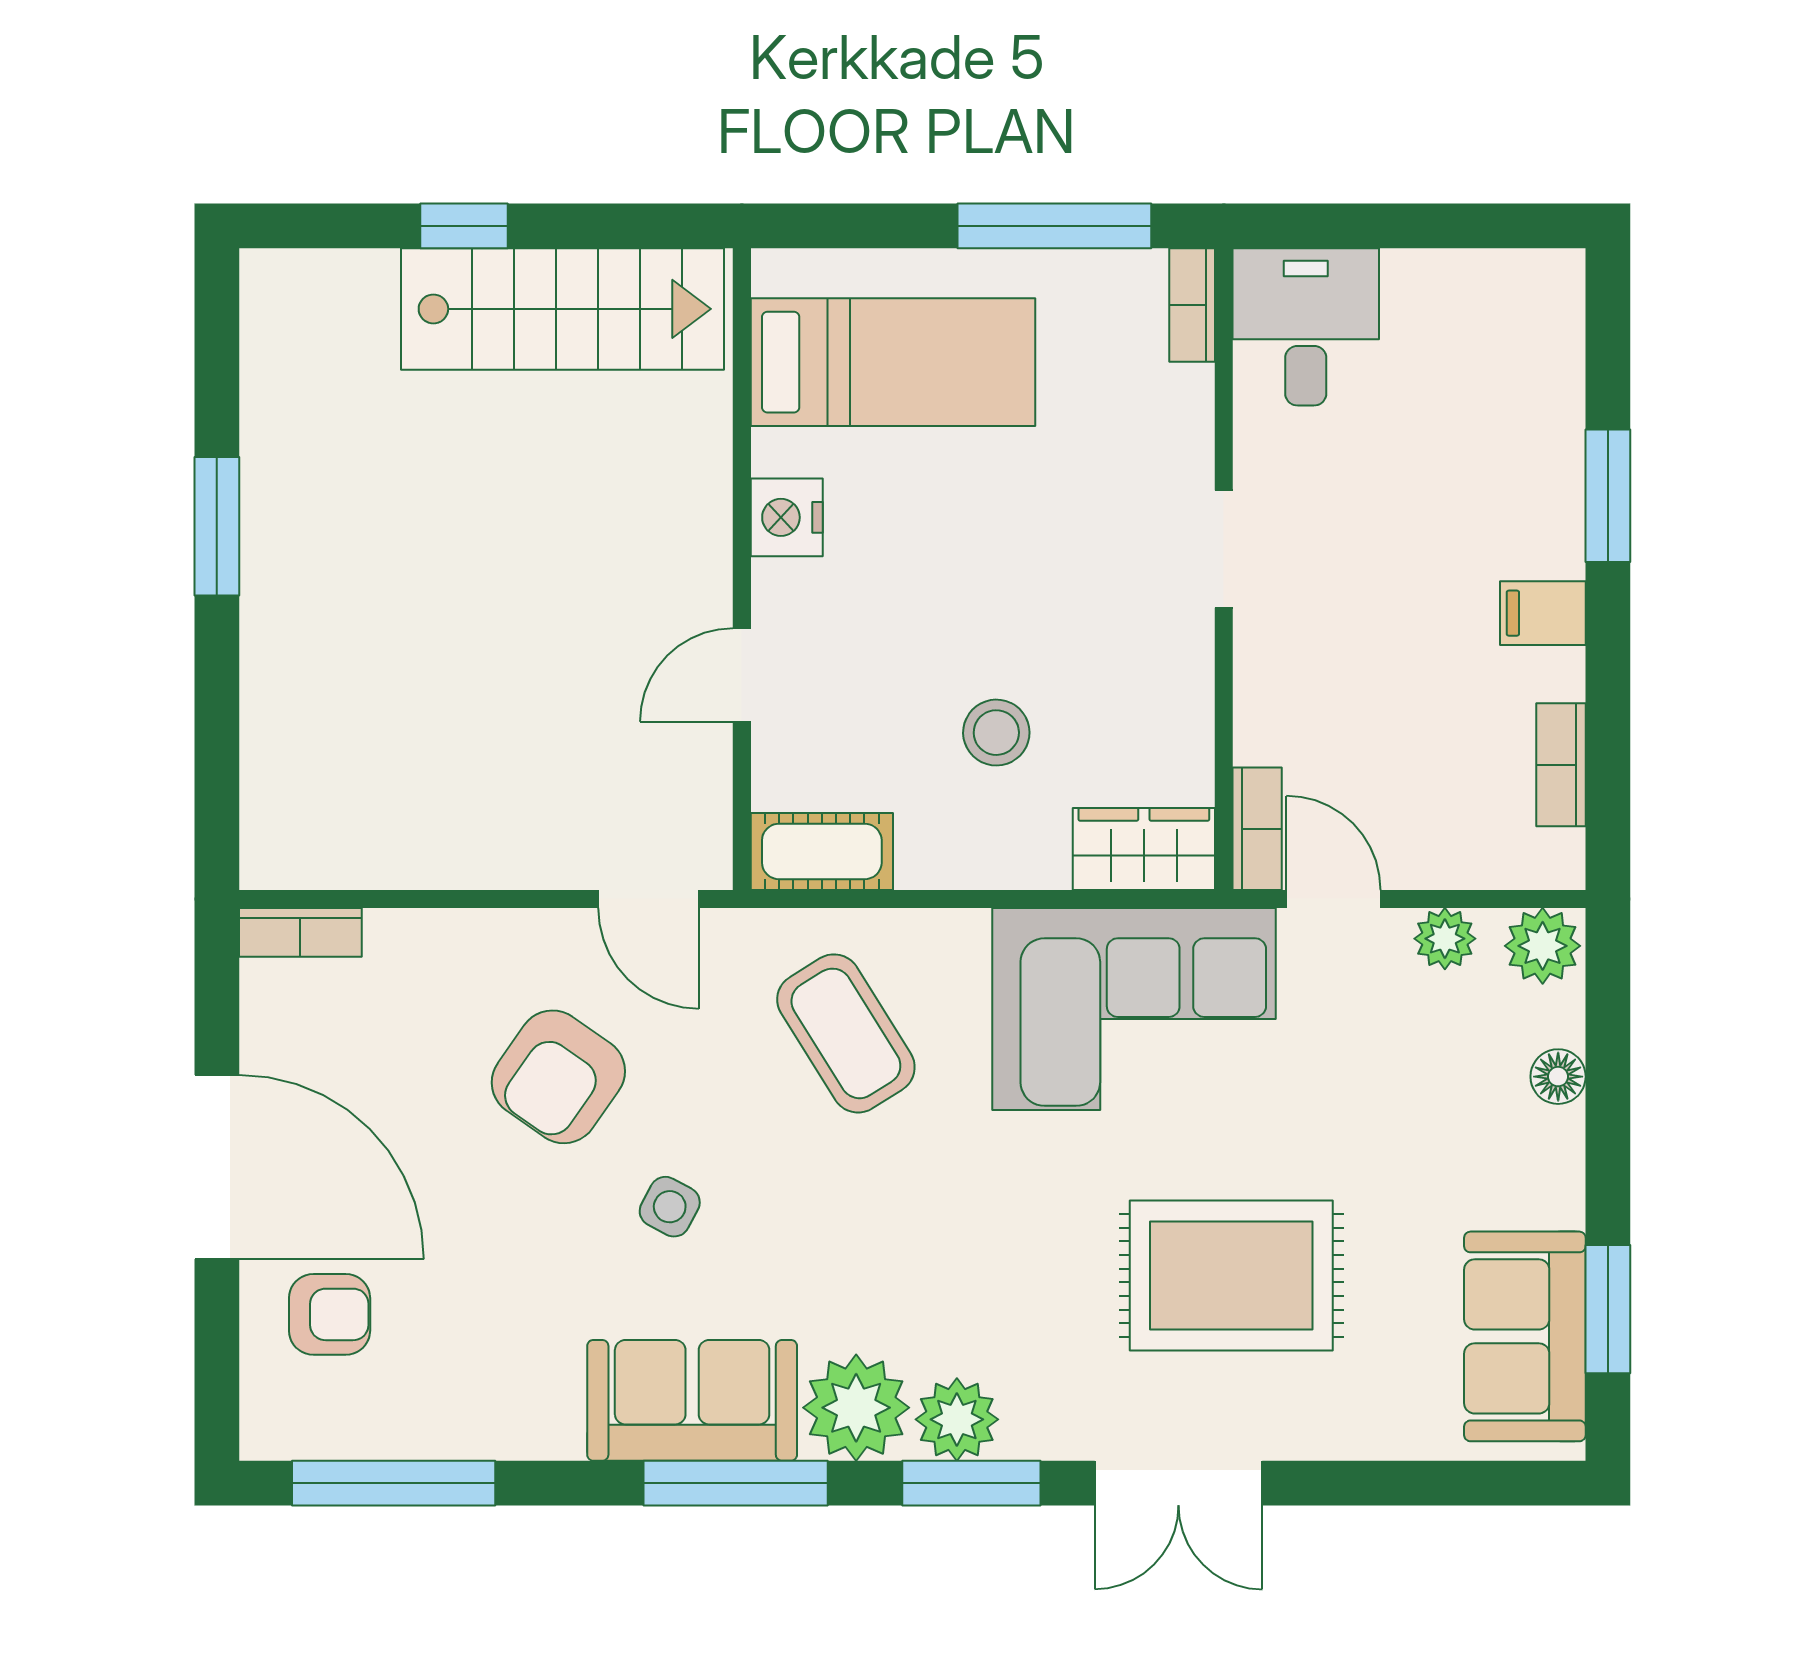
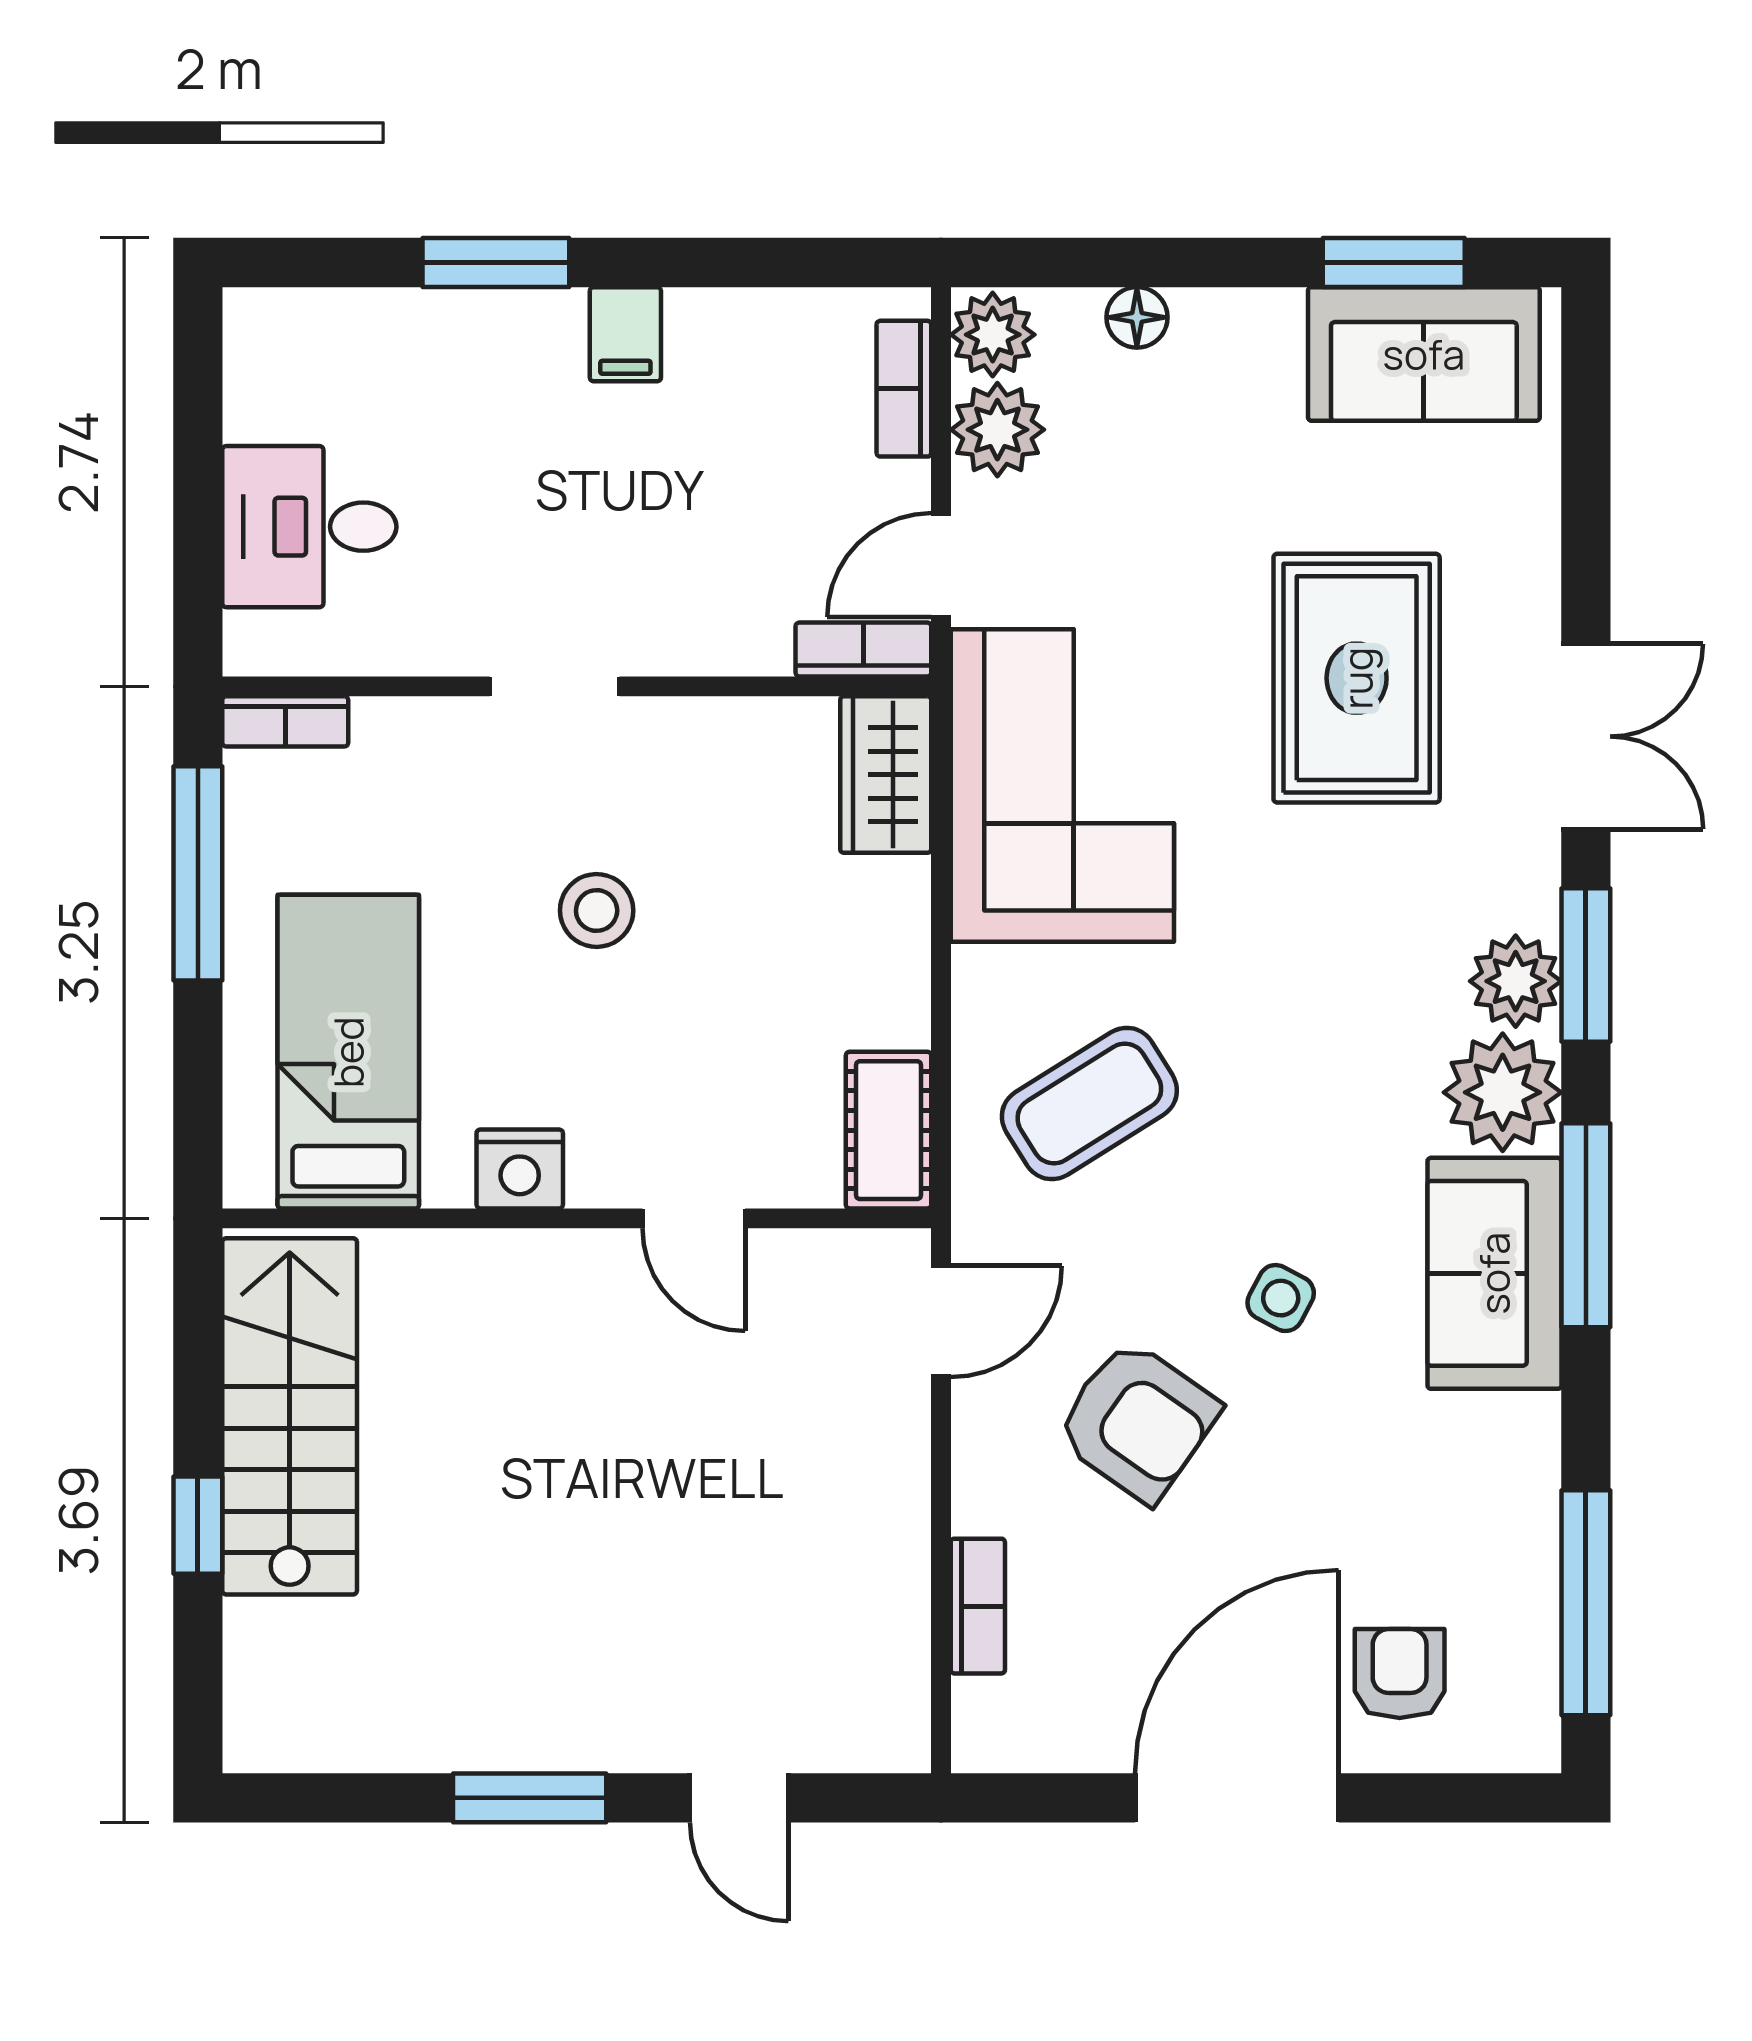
desk: (1306, 327) -> (309, 527), moved
door: (217, 716) -> (739, 1798), added
stool: (996, 733) -> (597, 910), moved
bookcase: (1561, 765) -> (904, 389), moved, turned 90
bookcase: (300, 932) -> (978, 1606), moved
plant: (1445, 939) -> (997, 430), width x1.38, depth x1.38

